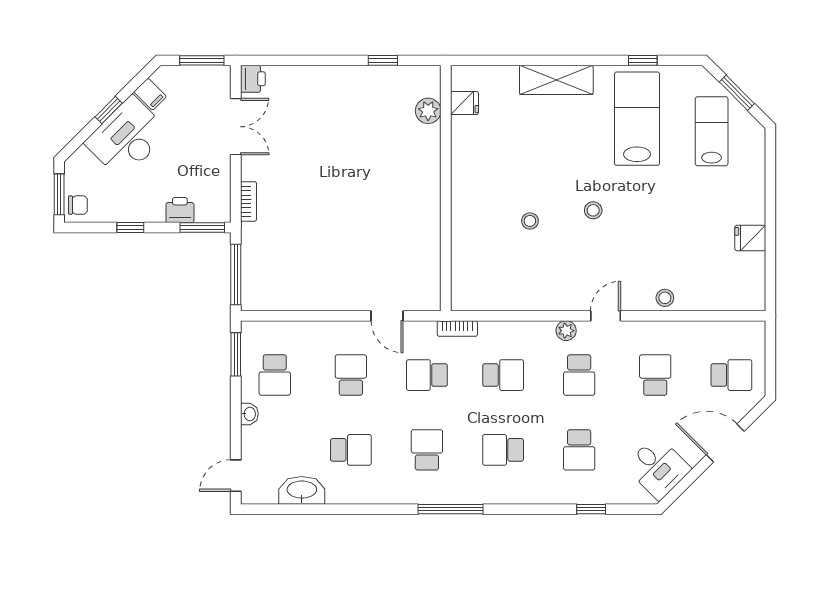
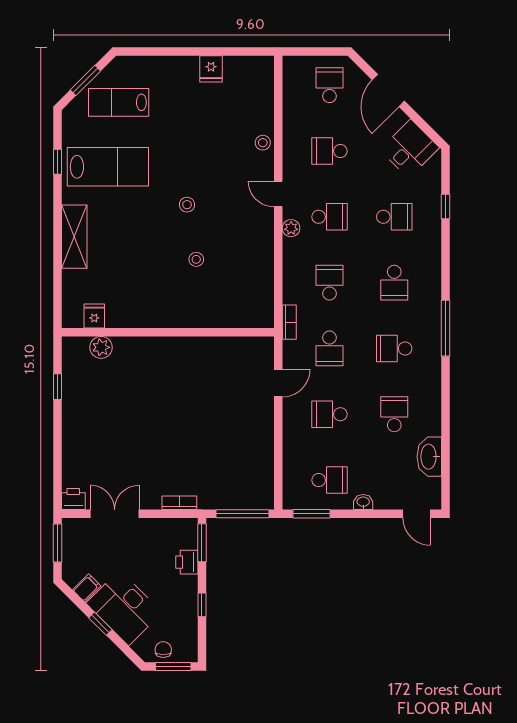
lab bench: (637, 119) -> (108, 167), turned 180
chair: (78, 205) -> (163, 650), moved

